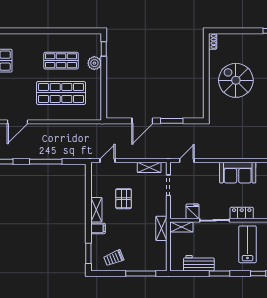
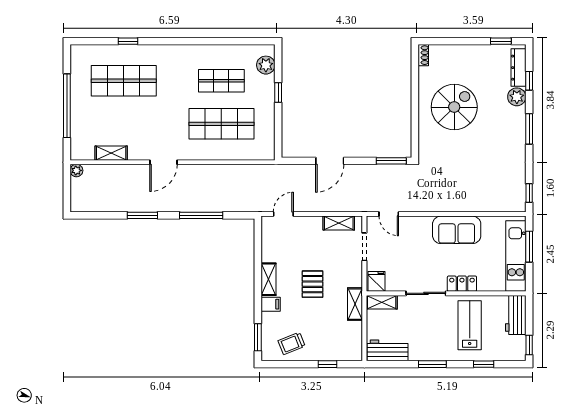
window: (104, 49) -> (278, 93), moved
plant: (94, 63) -> (266, 65), moved
spiral stairs: (236, 80) -> (454, 107), turned 90
window: (172, 121) -> (391, 161), moved
door: (187, 161) -> (389, 214), swing flipped
pallet: (124, 199) -> (313, 284), moved
fridge: (193, 211) -> (377, 281), moved
workbench: (199, 263) -> (388, 350), moved
window: (141, 274) -> (327, 364), width x0.46

